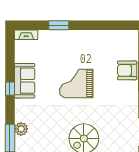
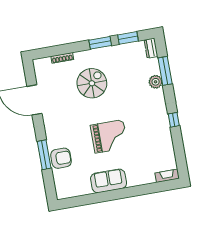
window: (59, 25) -> (136, 191), removed
sofa: (25, 81) -> (109, 181), moved, turned 90

